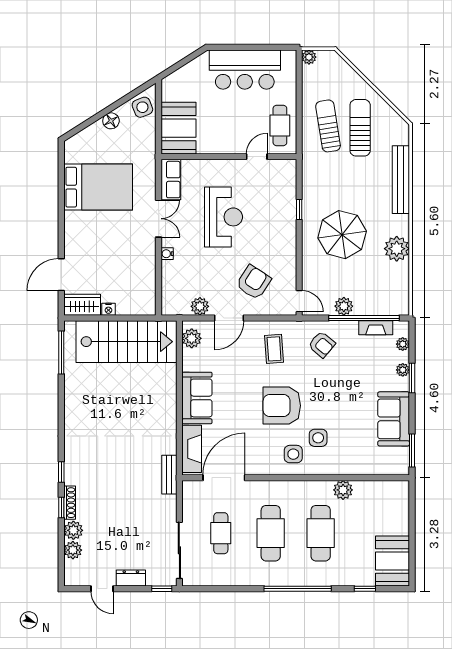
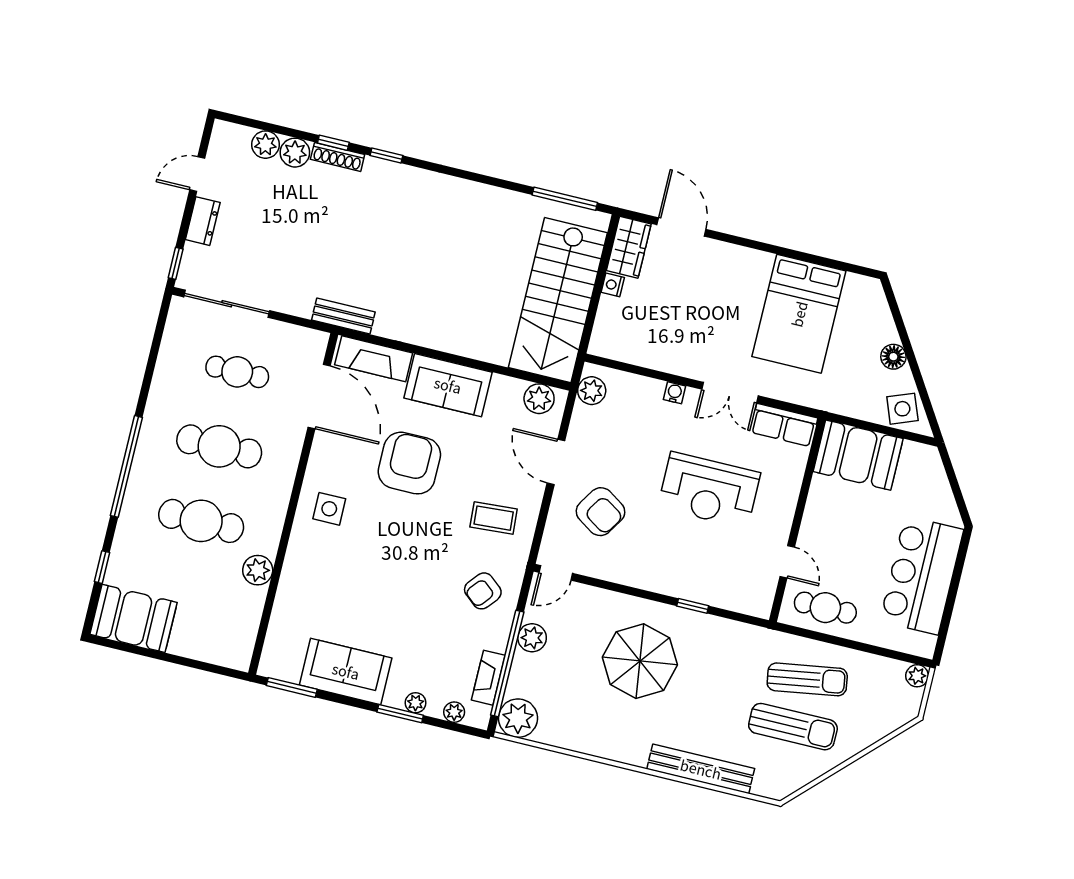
plant: (397, 249) -> (518, 718), moved
plant: (200, 306) -> (592, 391), moved
armchair: (282, 406) -> (409, 463), moved
side table: (318, 438) -> (345, 552), removed

